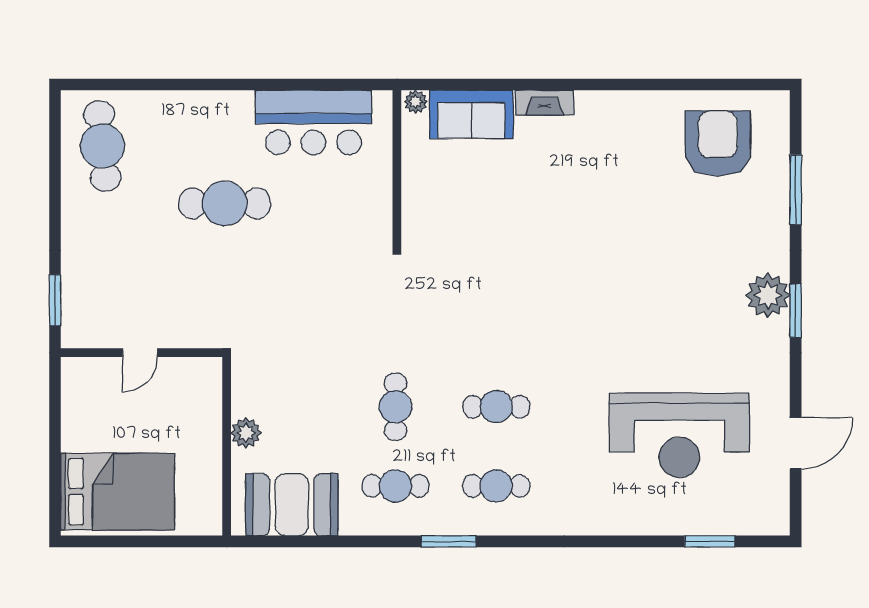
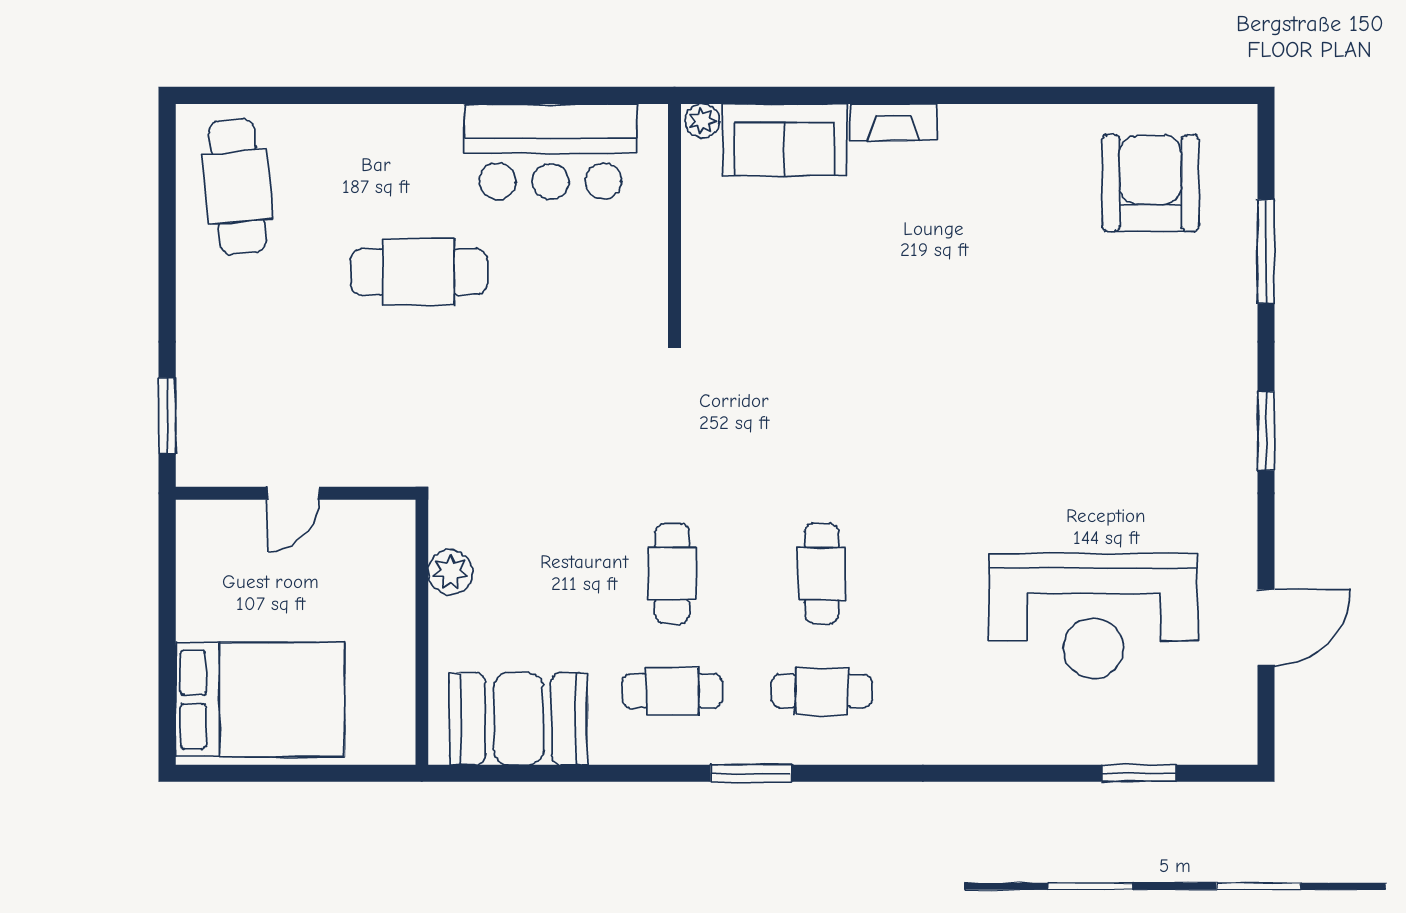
plant: (768, 295) -> (1225, 408), removed
cafe table: (496, 407) -> (822, 573), turned 90
plant: (246, 433) -> (450, 572), moved

